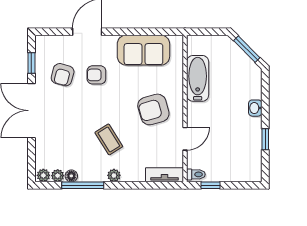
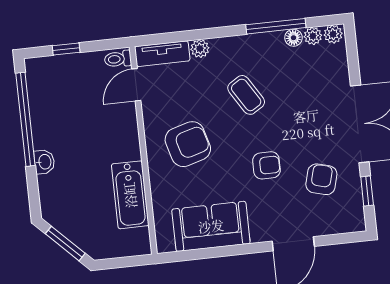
armchair: (96, 75) -> (266, 165), moved
door: (185, 139) -> (136, 85), moved
window: (265, 139) -> (25, 119), width x3.17
plant: (114, 175) -> (200, 49), moved
window: (211, 185) -> (66, 49), moved

